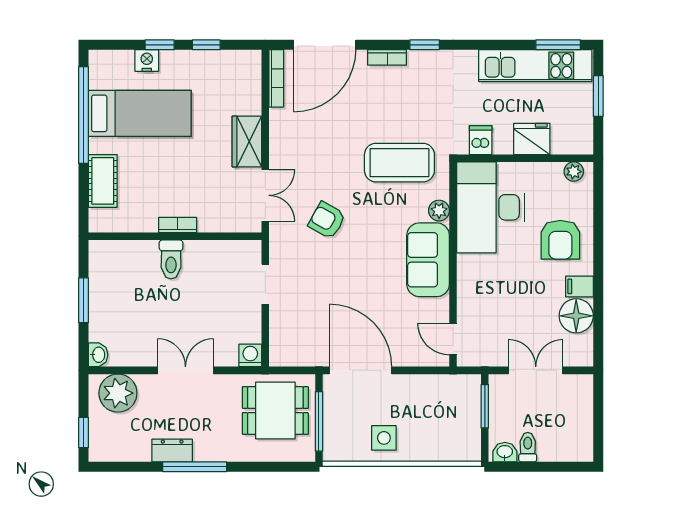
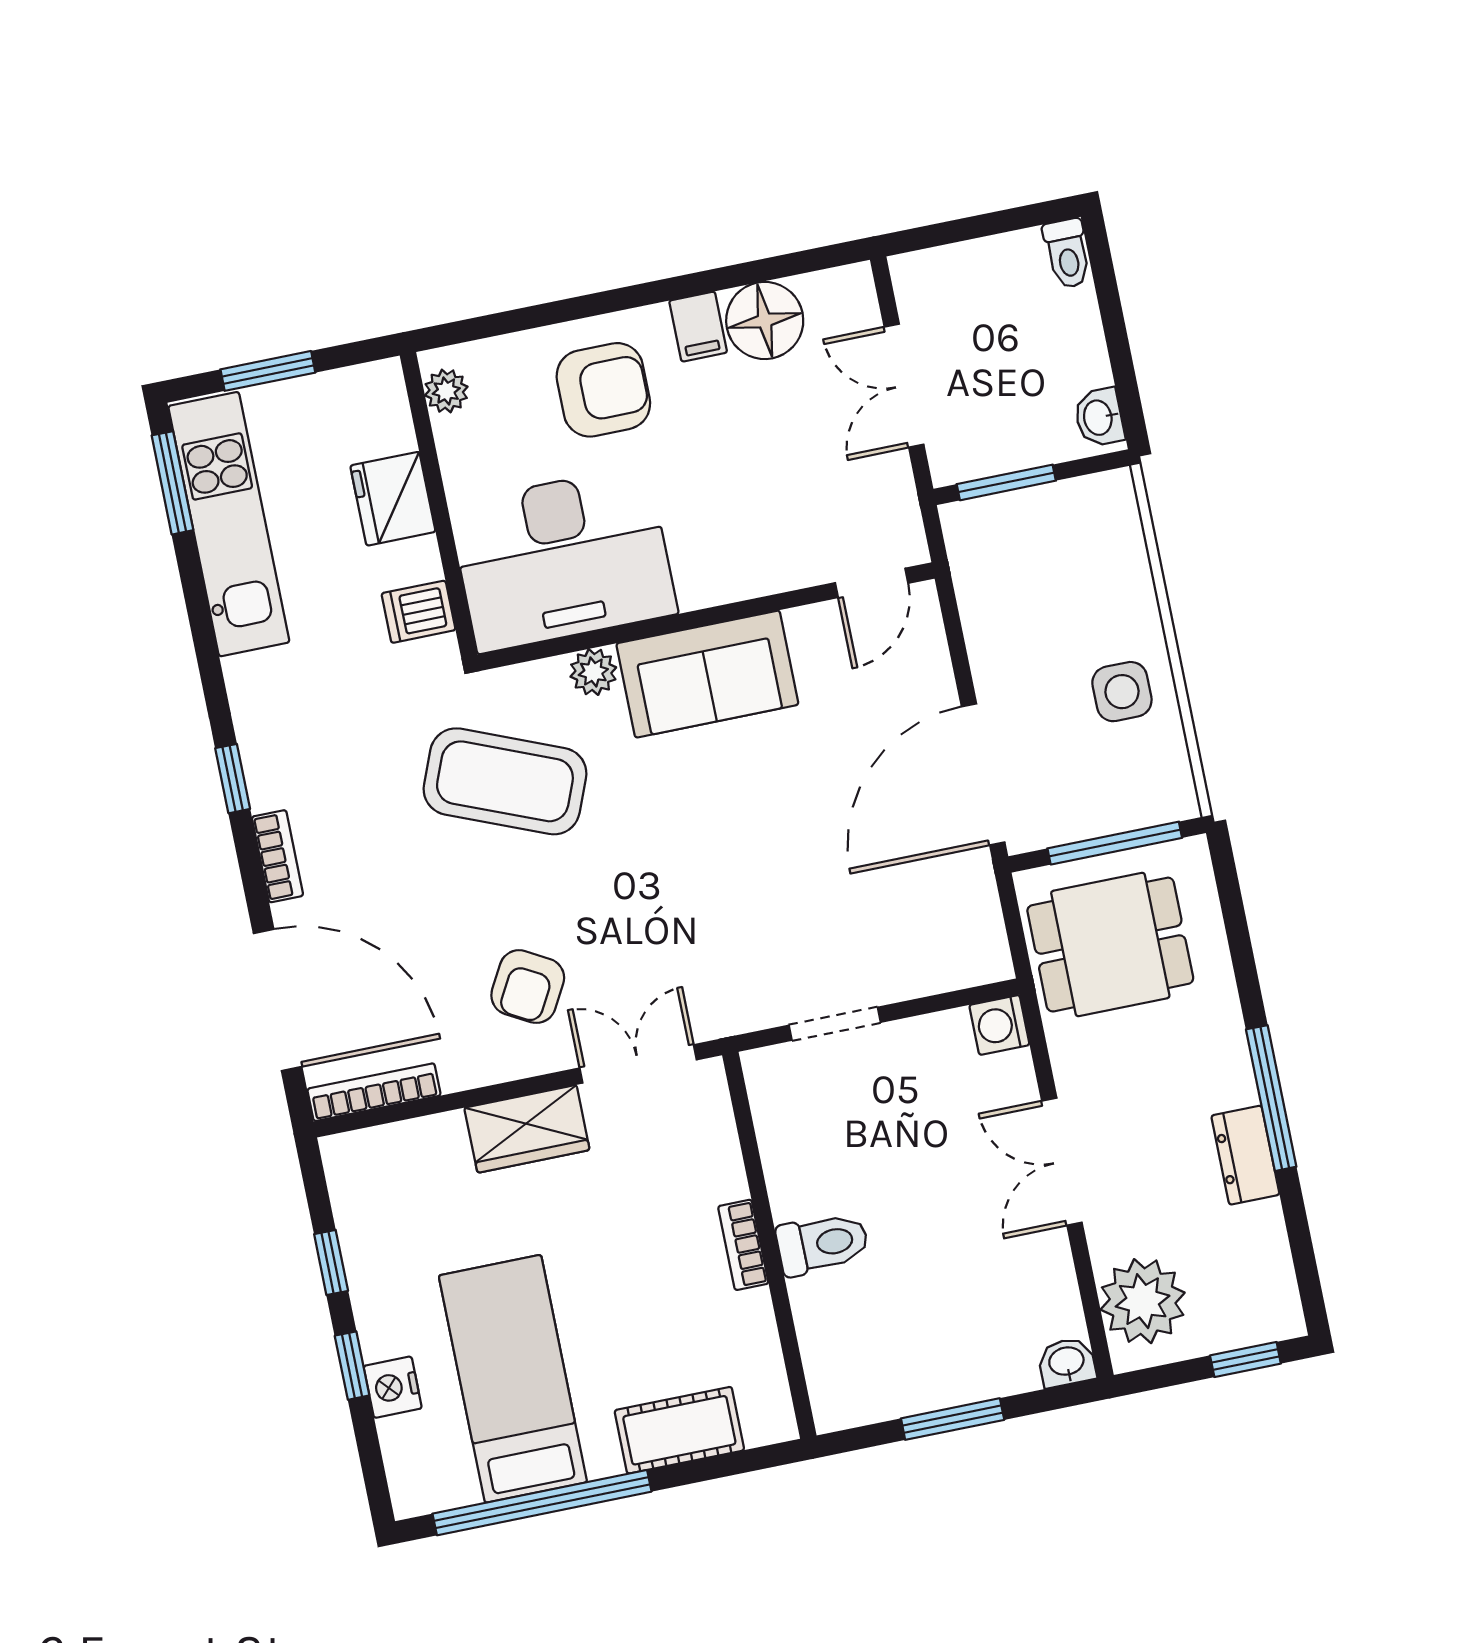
coffee table: (399, 163) -> (505, 781), turned -68
armchair: (327, 220) -> (528, 987), moved
dining table: (275, 411) -> (1110, 945), turned 90
toilet: (528, 447) -> (1067, 253), moved, turned -90

